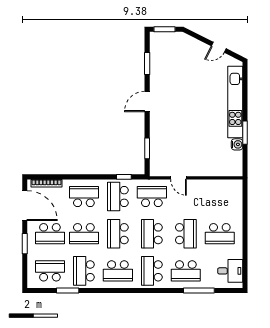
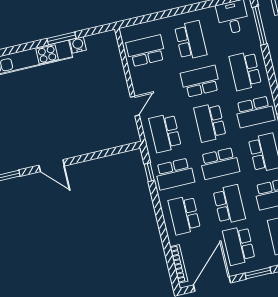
window: (147, 148) -> (108, 152), removed
school desk: (220, 197) -> (146, 51), added
school desk: (50, 234) -> (239, 245), turned 180
school desk: (152, 234) -> (210, 122), turned 90
school desk: (186, 271) -> (245, 71), turned 180
window: (199, 290) -> (260, 26), moved

